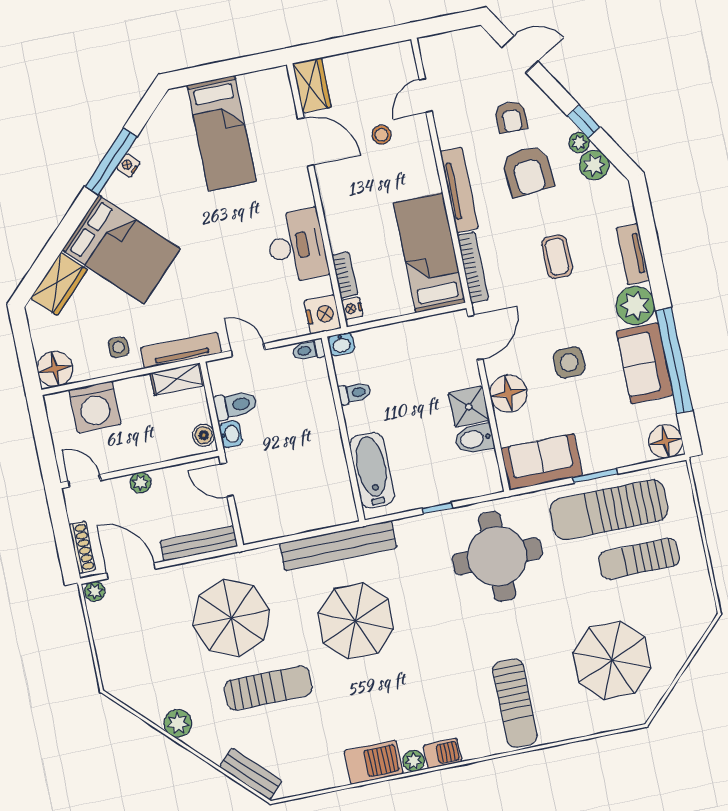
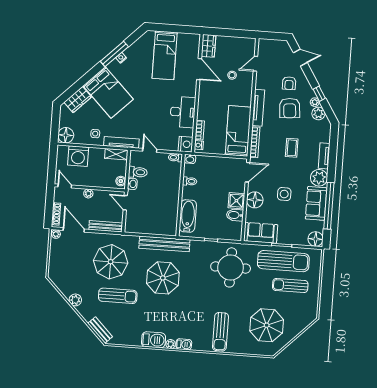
sun lounger: (609, 510) -> (283, 261), turned 180

